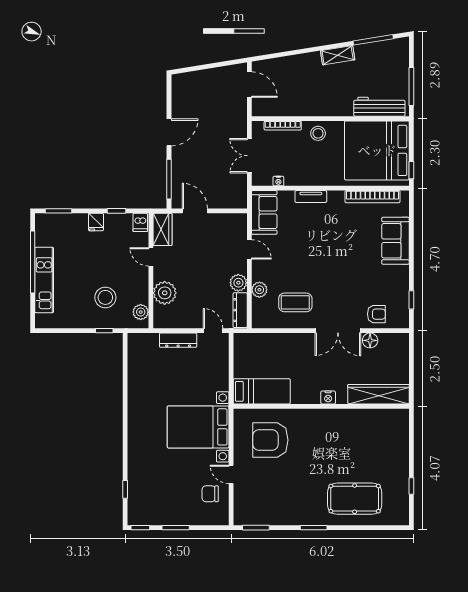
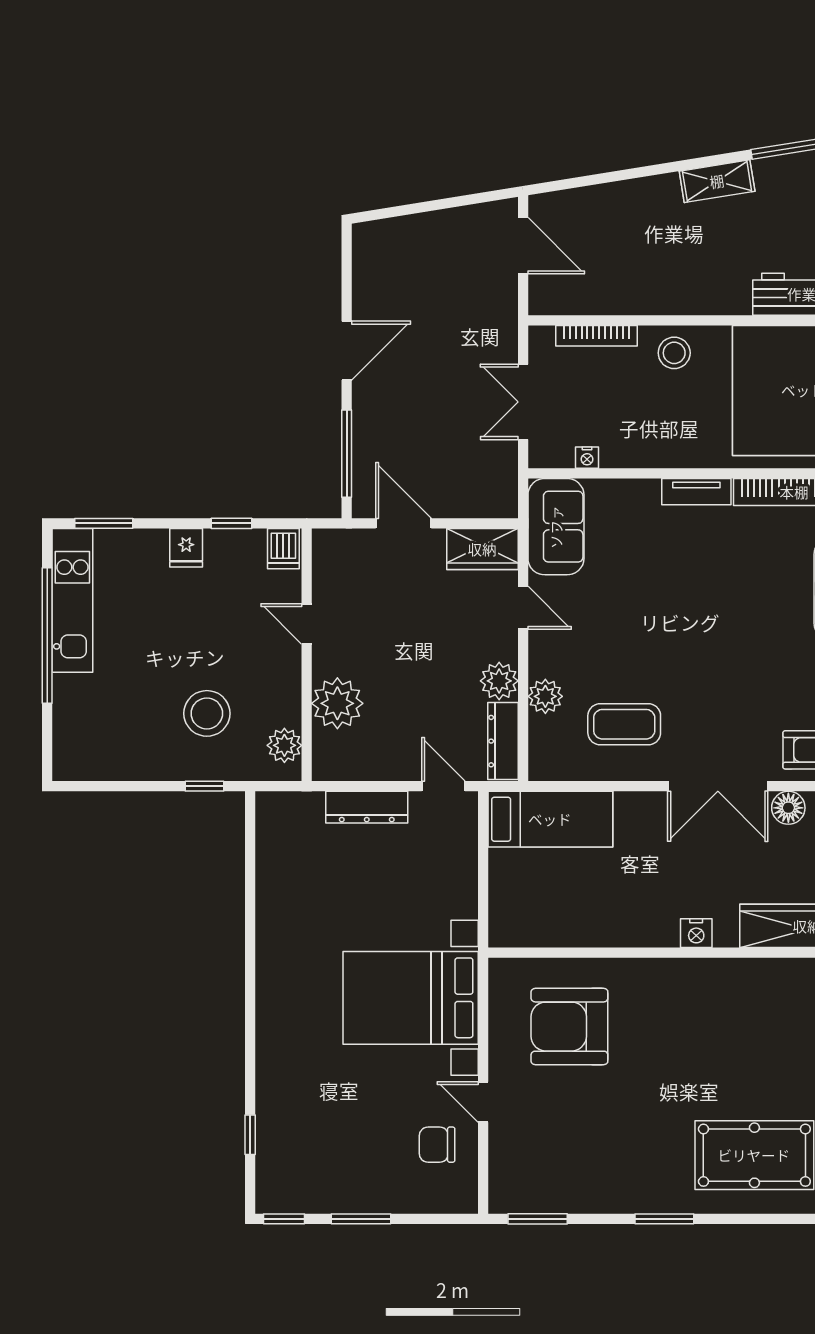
tv unit: (311, 196) -> (696, 492), moved
wardrobe: (162, 229) -> (482, 549), moved, turned 90
kitchen unit: (44, 280) -> (72, 600), moved
bed: (262, 391) -> (550, 819), moved

